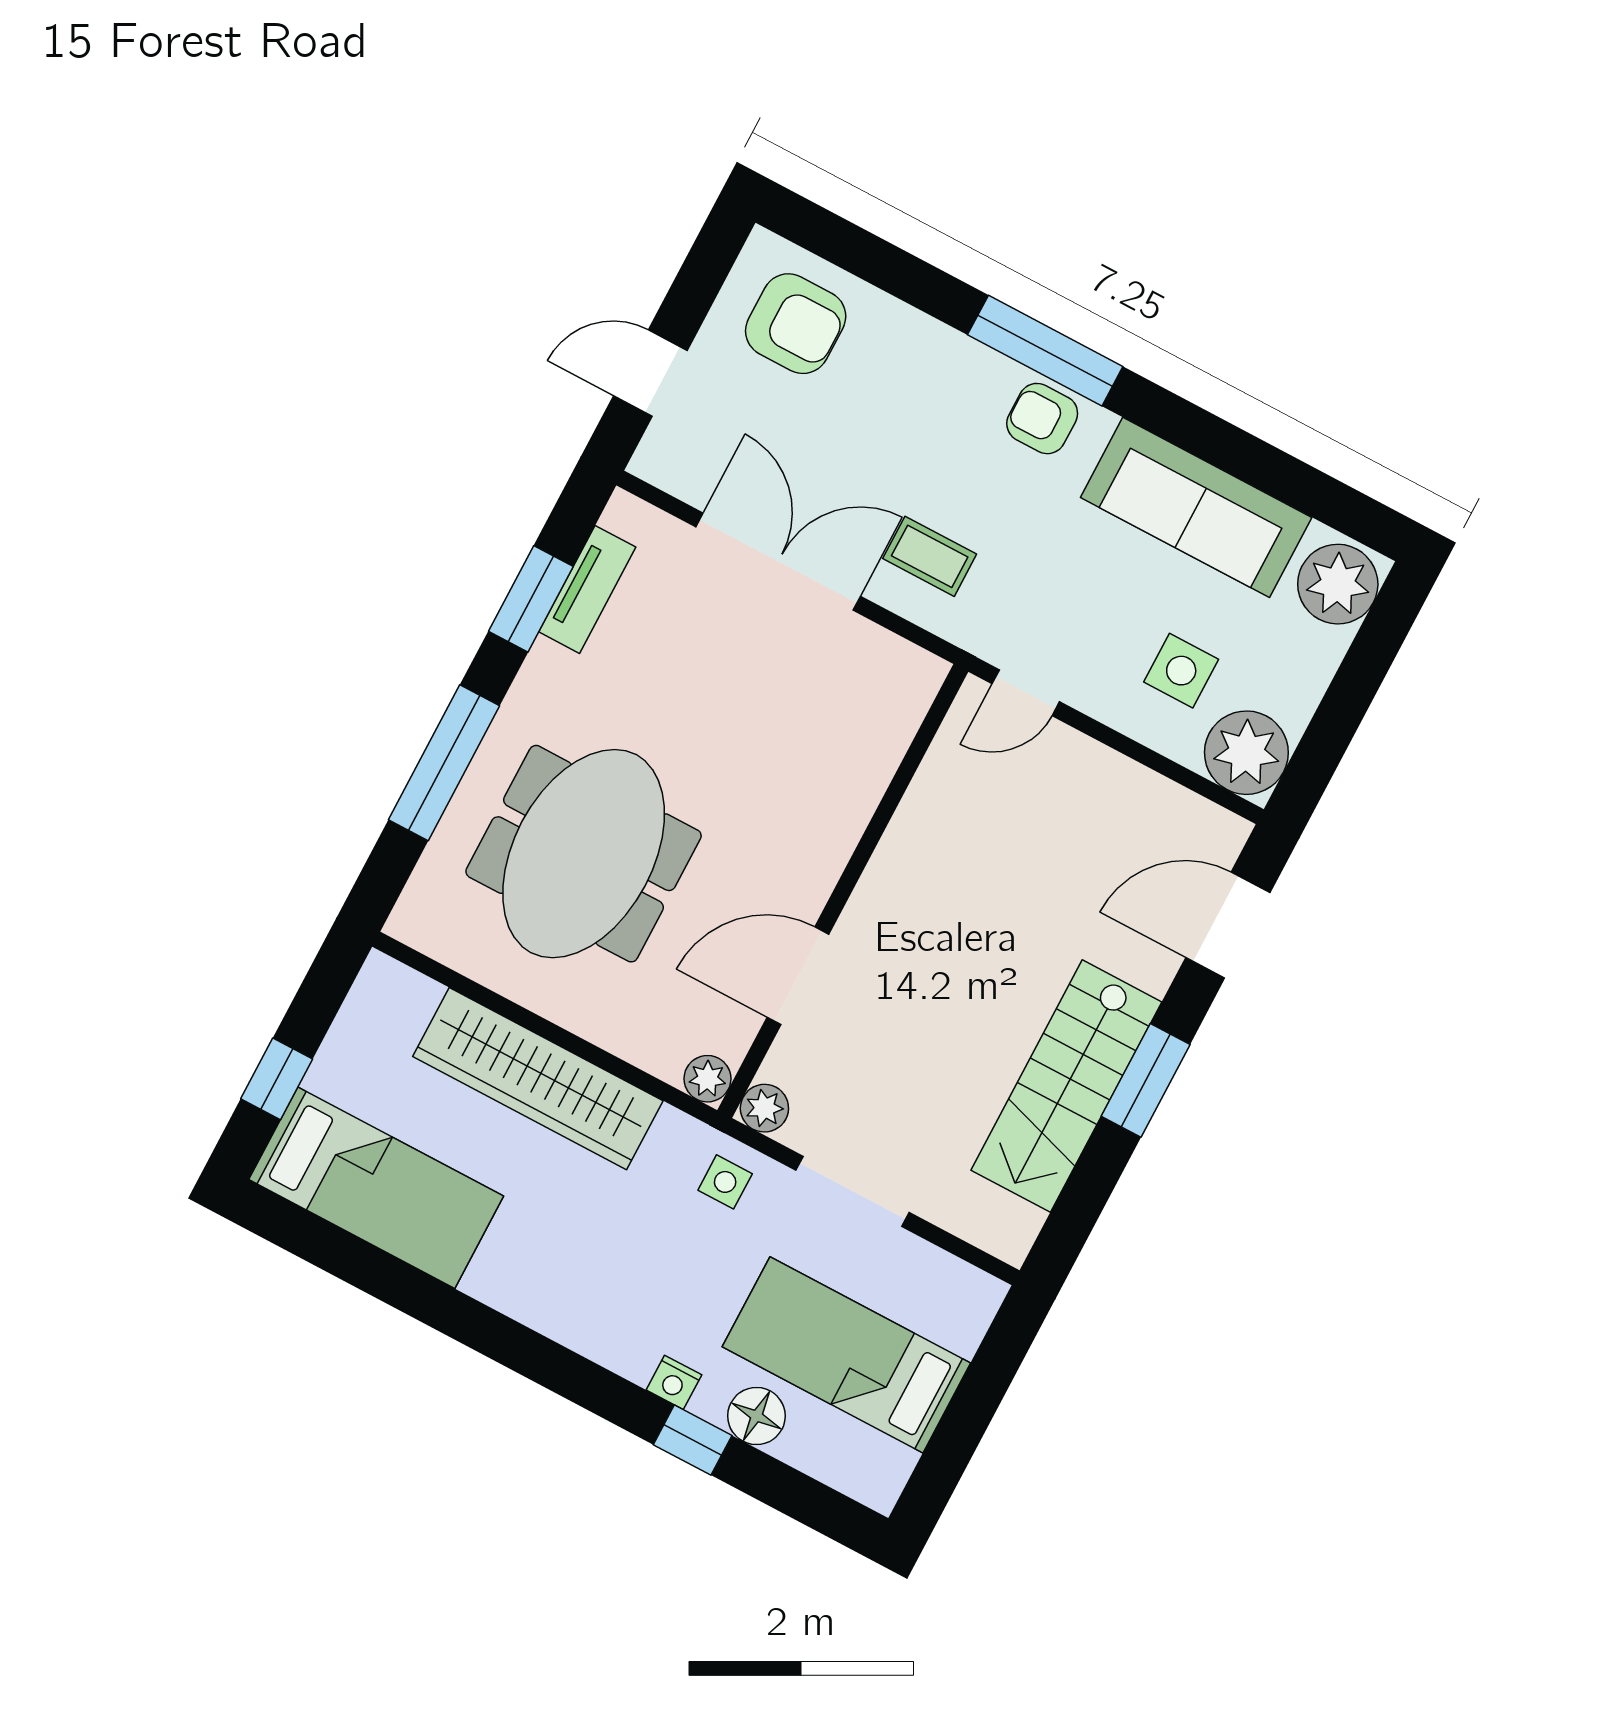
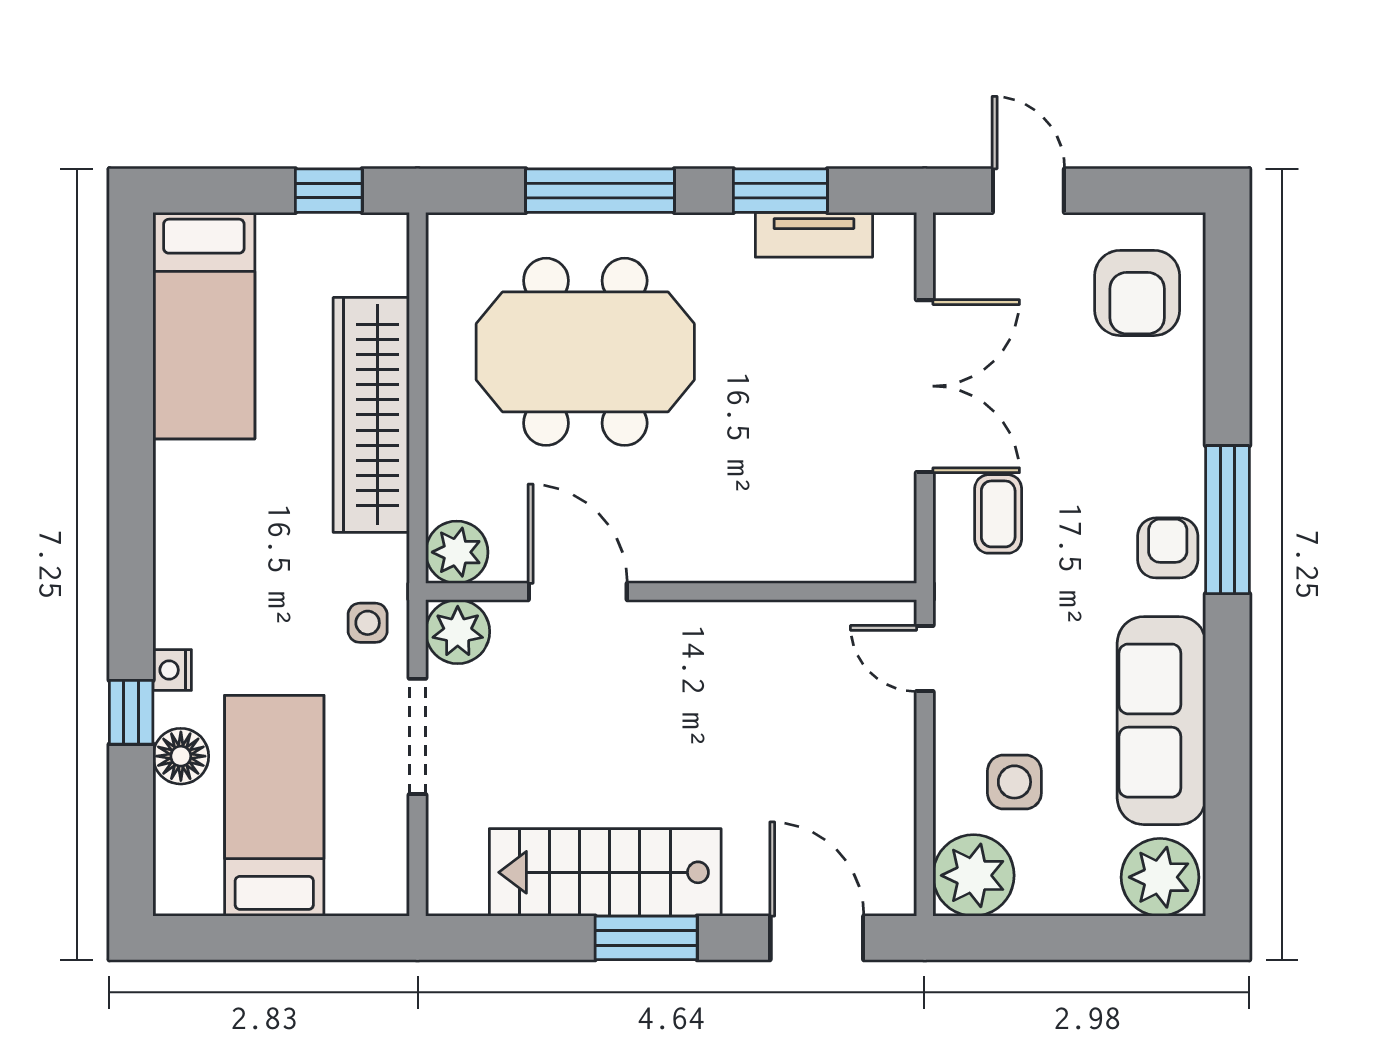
window: (277, 1079) -> (329, 191), moved
plant: (707, 1079) -> (457, 552), width x1.38, depth x1.38
plant: (764, 1108) -> (458, 632), width x1.38, depth x1.38

